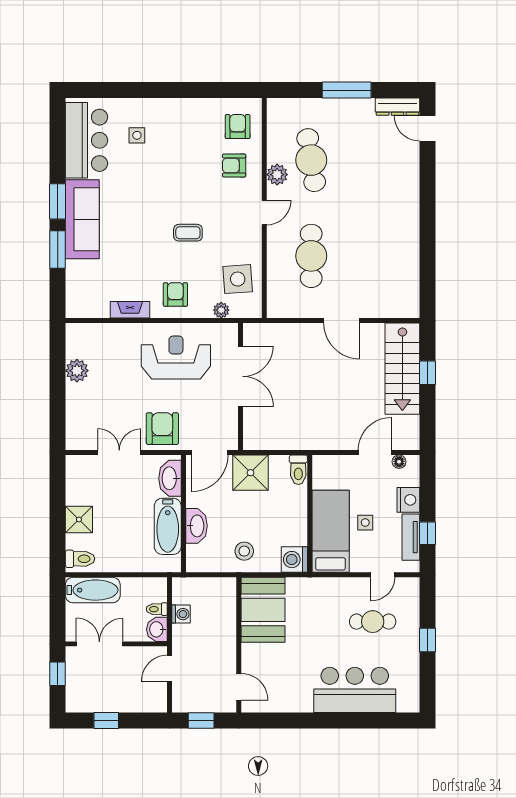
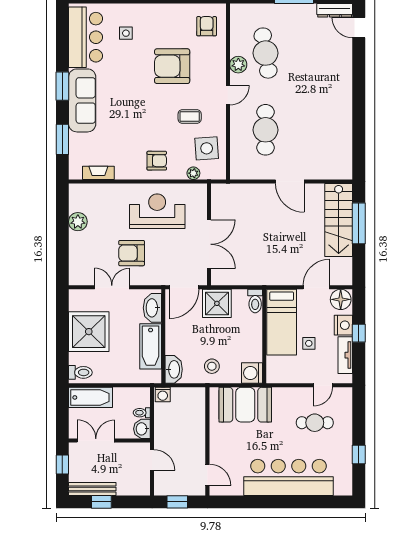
armchair: (234, 165) -> (172, 66), moved, width x1.88, depth x1.88
coffee table: (188, 233) -> (190, 117), moved
window: (58, 250) -> (62, 139), moved
armchair: (175, 294) -> (157, 161), turned 90
fireplace: (130, 310) -> (98, 173), moved
window: (428, 373) -> (359, 223), width x2.17
double door: (241, 376) -> (209, 244), moved
armchair: (162, 429) -> (132, 253), moved, turned -90
floor lamp: (399, 462) -> (341, 299), width x1.89, depth x1.89
shower: (79, 519) -> (89, 332), width x1.86, depth x1.86
washbasin: (196, 526) -> (174, 369), moved
bed: (331, 531) -> (282, 322), moved, turned 180
window: (428, 533) -> (359, 333), moved
booth: (263, 610) -> (245, 405), moved, turned 90
washing machine: (181, 614) -> (163, 394), moved, turned 90
window: (428, 640) -> (359, 454), moved
door: (170, 668) -> (152, 460), swing flipped
bar counter: (355, 690) -> (289, 477), width x1.36
bench: (95, 704) -> (92, 489), added

